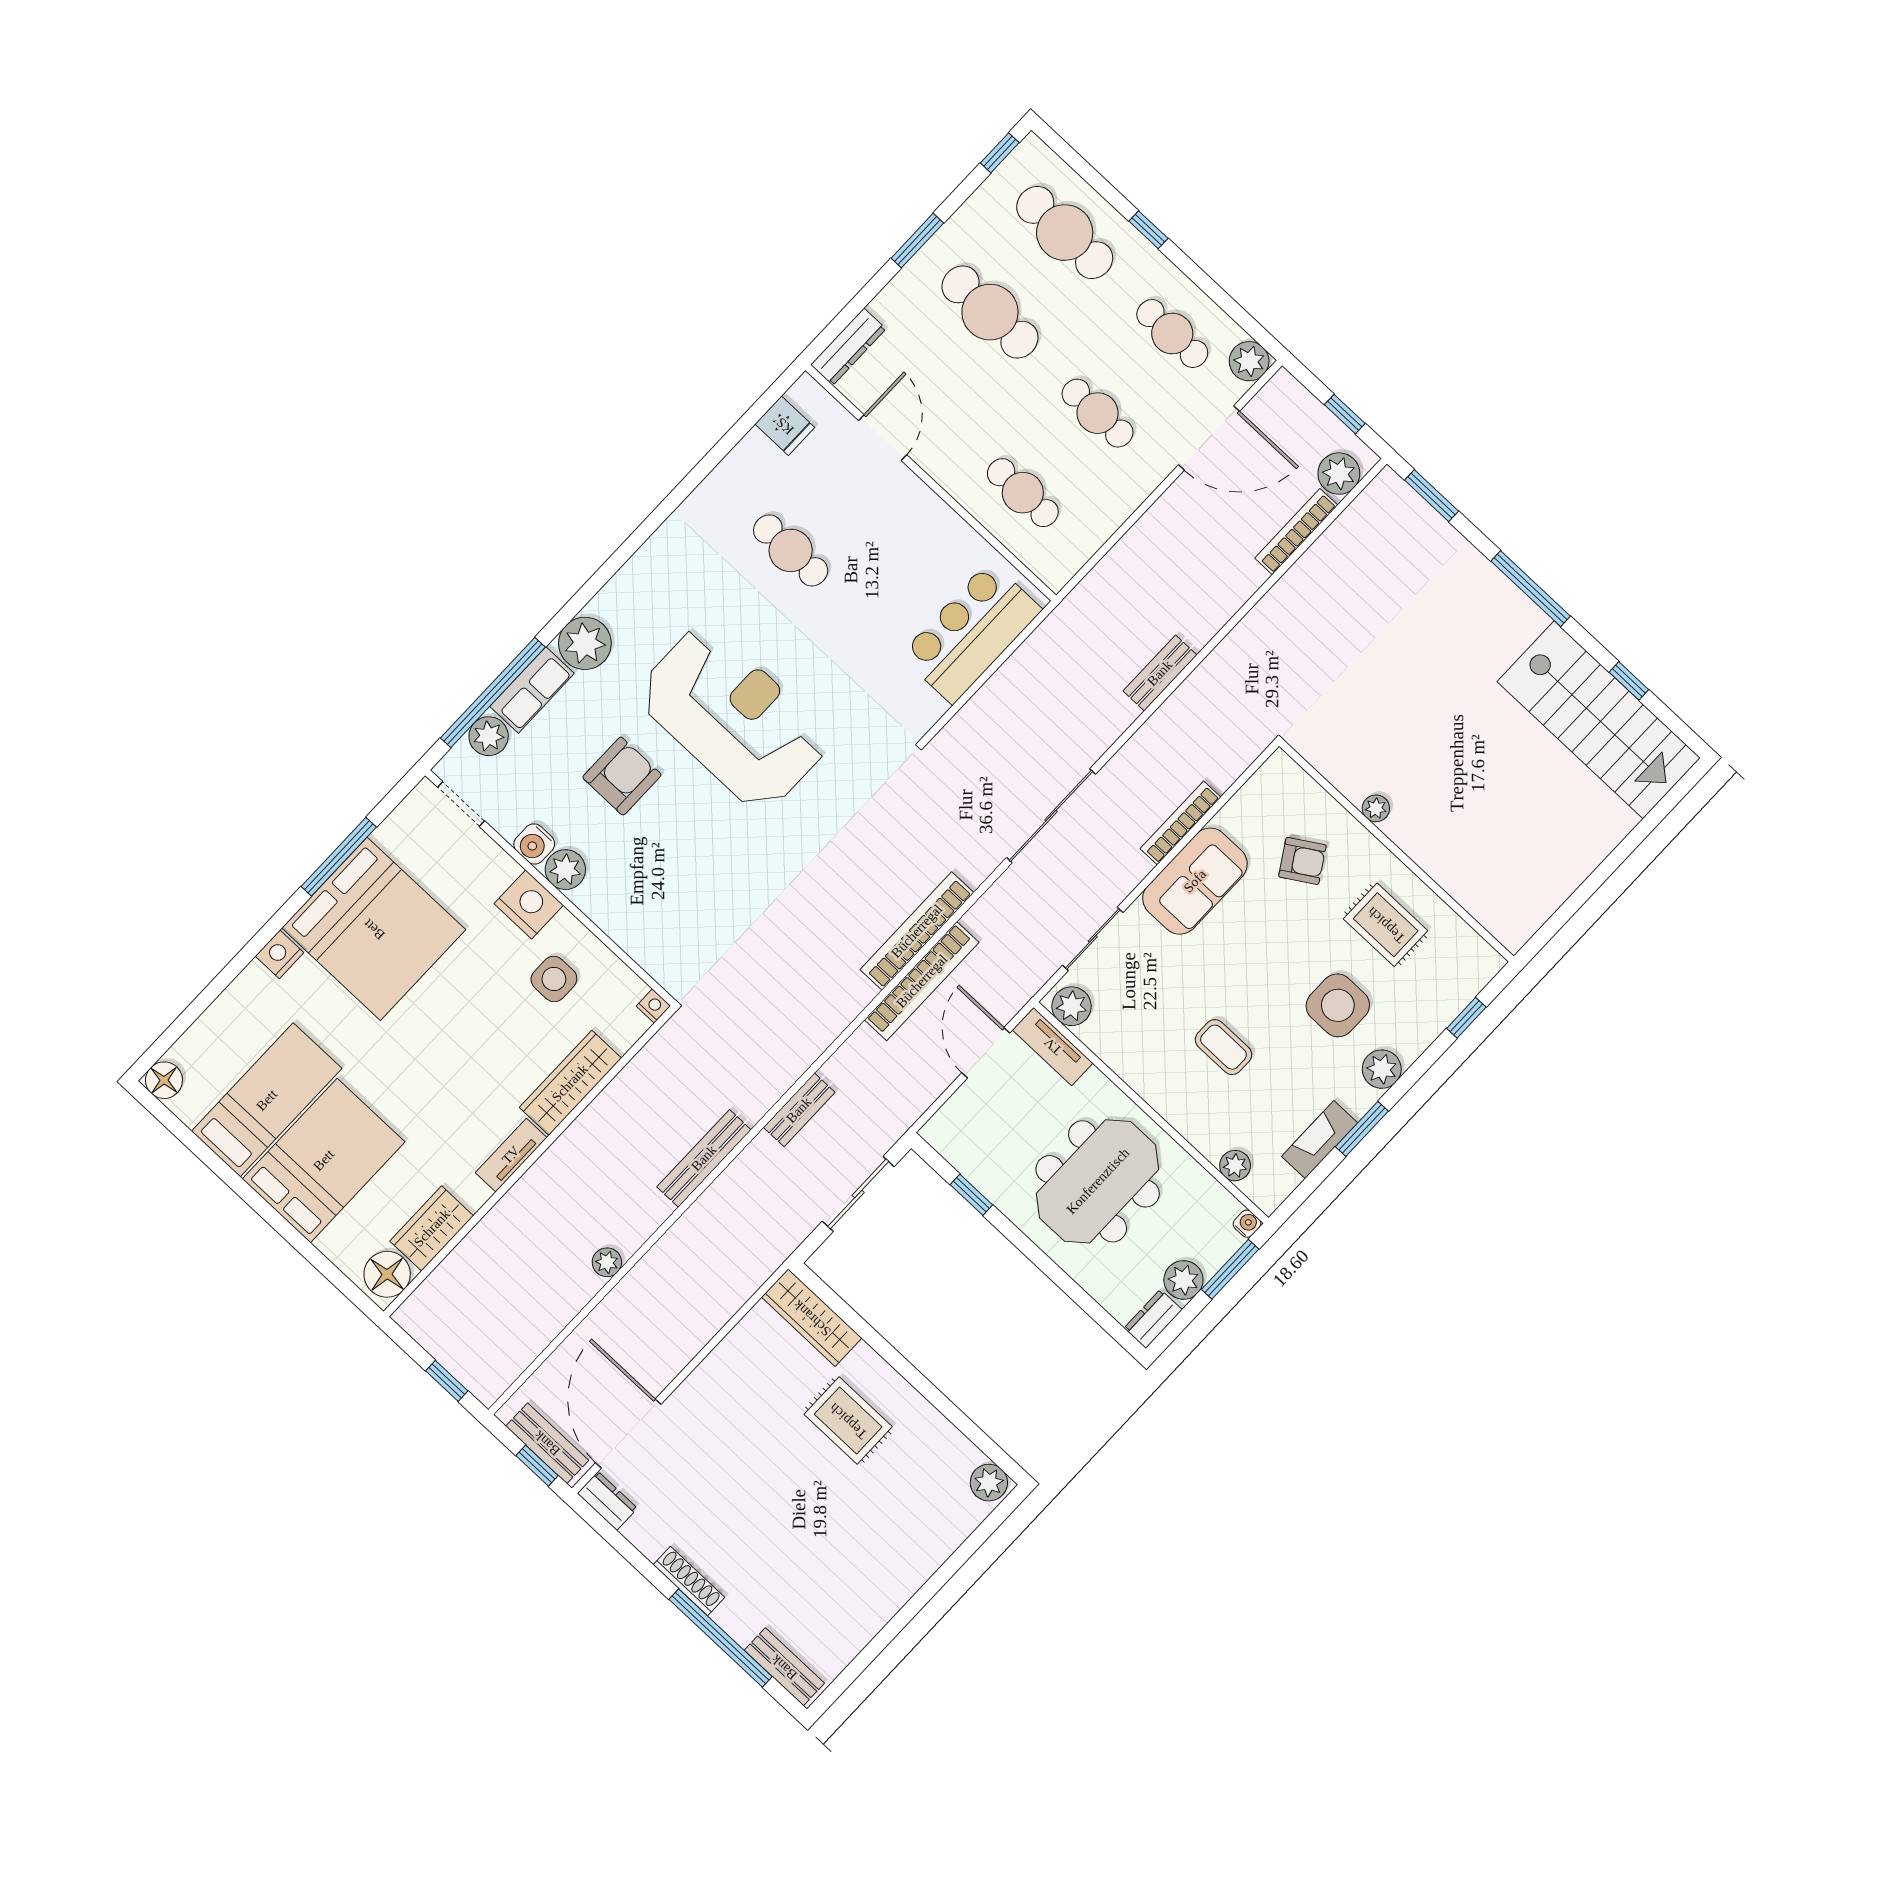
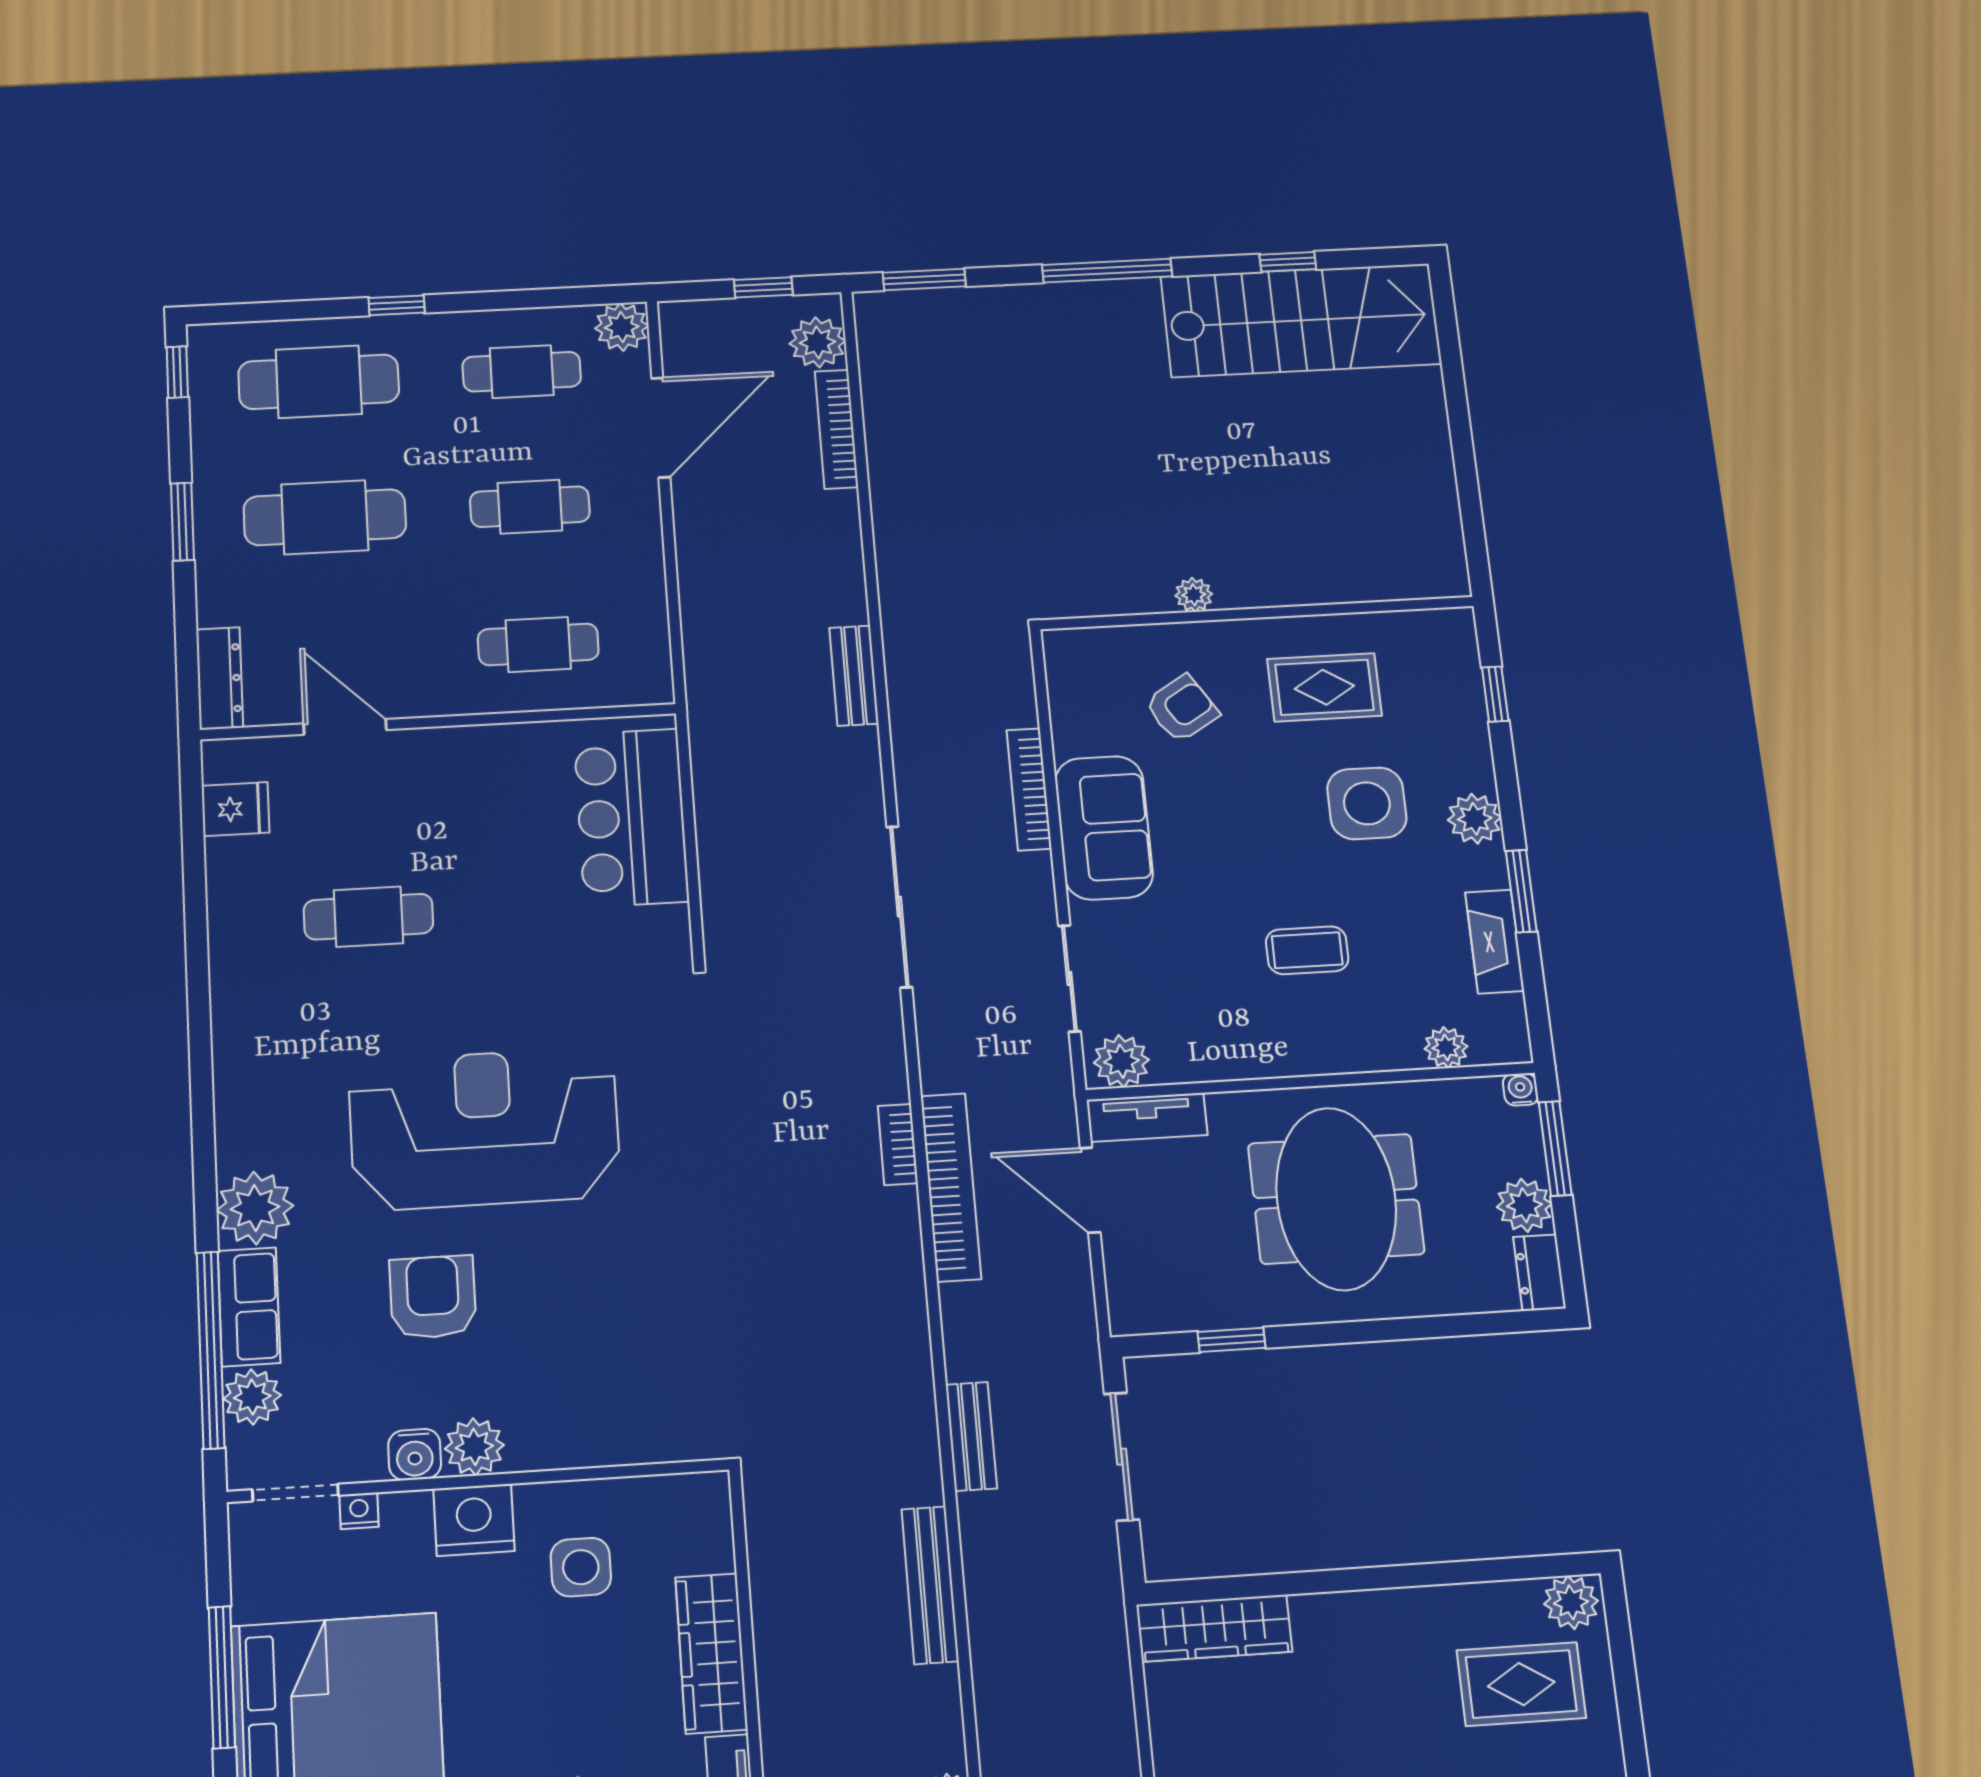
bookcase: (917, 931) -> (898, 1144), width x0.43, depth x0.76
nightstand: (653, 1006) -> (359, 1511), moved
rug: (848, 1421) -> (1521, 1684), moved

